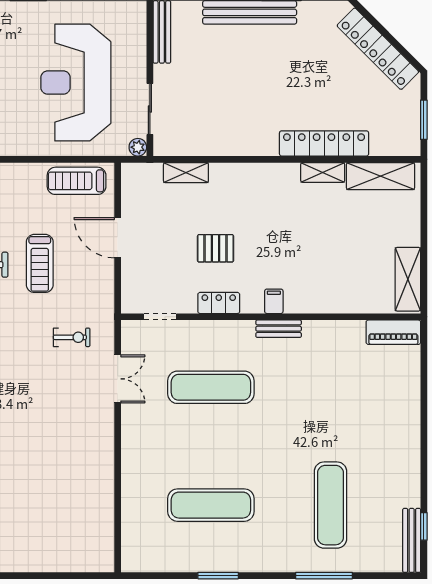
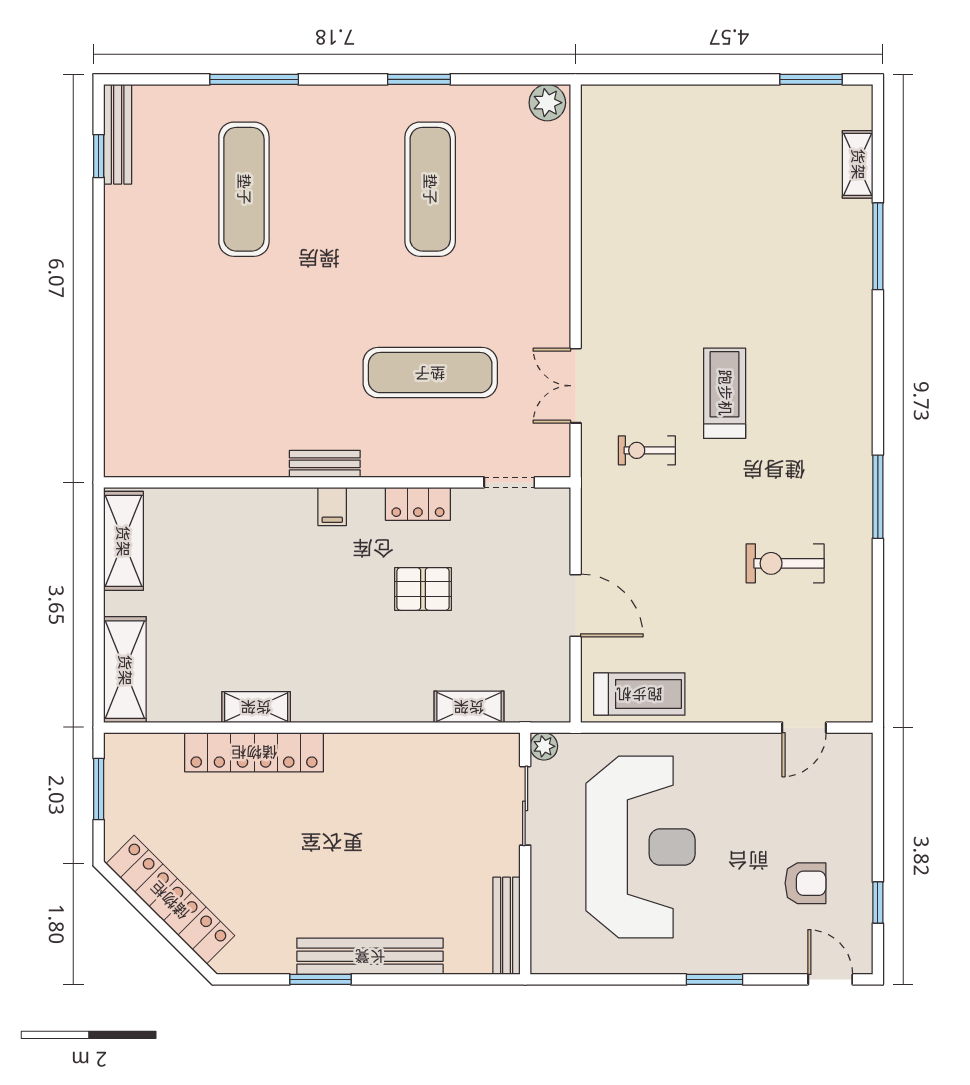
shelving: (380, 176) -> (125, 670), moved, turned 90
treadmill: (40, 263) -> (725, 393), moved
piano: (393, 332) -> (146, 458), removed
exercise mat: (211, 505) -> (430, 189), turned 90
plant: (136, 561) -> (547, 103), added

